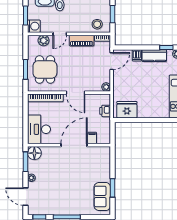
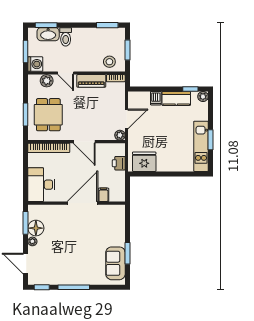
door: (60, 34) -> (66, 73), hinge flipped
door: (112, 61) -> (126, 119), moved
floor lamp: (34, 153) -> (36, 228), moved

